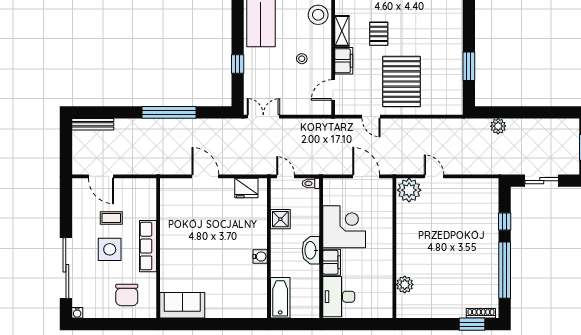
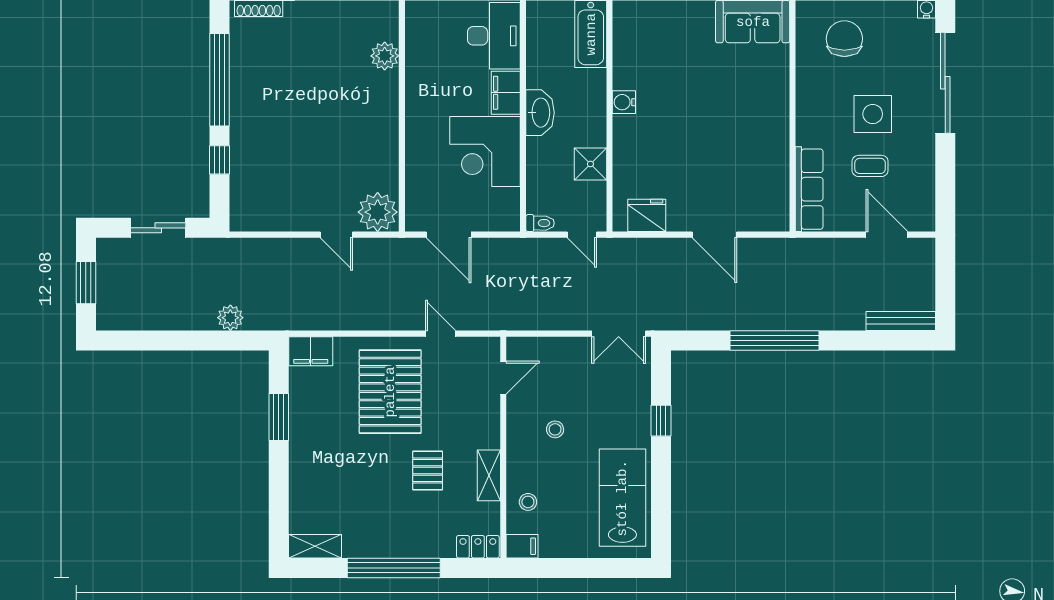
stool: (318, 15) -> (528, 502), width x0.53, depth x0.53
filing cabinet: (344, 61) -> (311, 351), moved, turned -90
row of seats: (148, 246) -> (809, 189), moved

